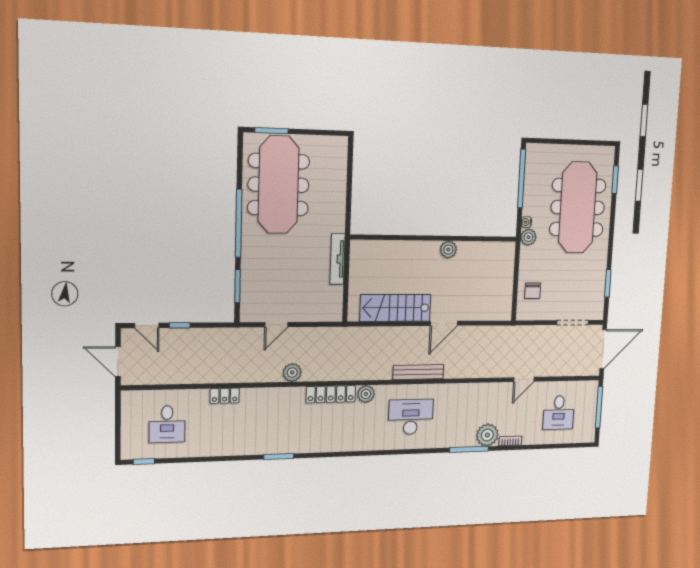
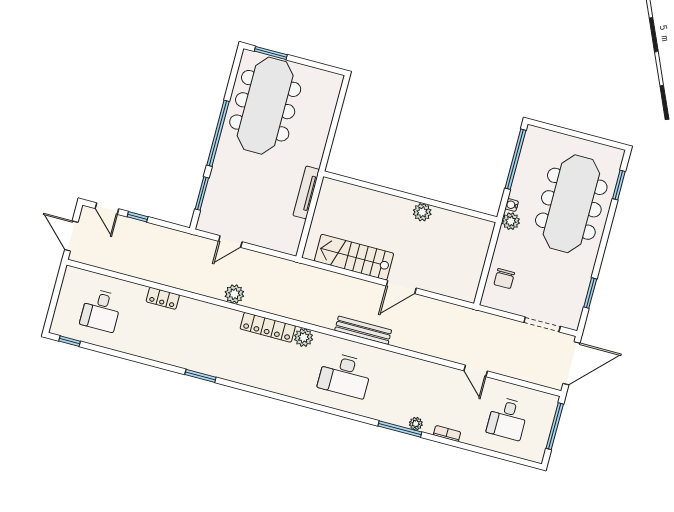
door: (524, 379) -> (476, 371), hinge flipped
desk: (411, 417) -> (345, 375), turned 180
plant: (487, 435) -> (416, 424), width x0.53, depth x0.53

